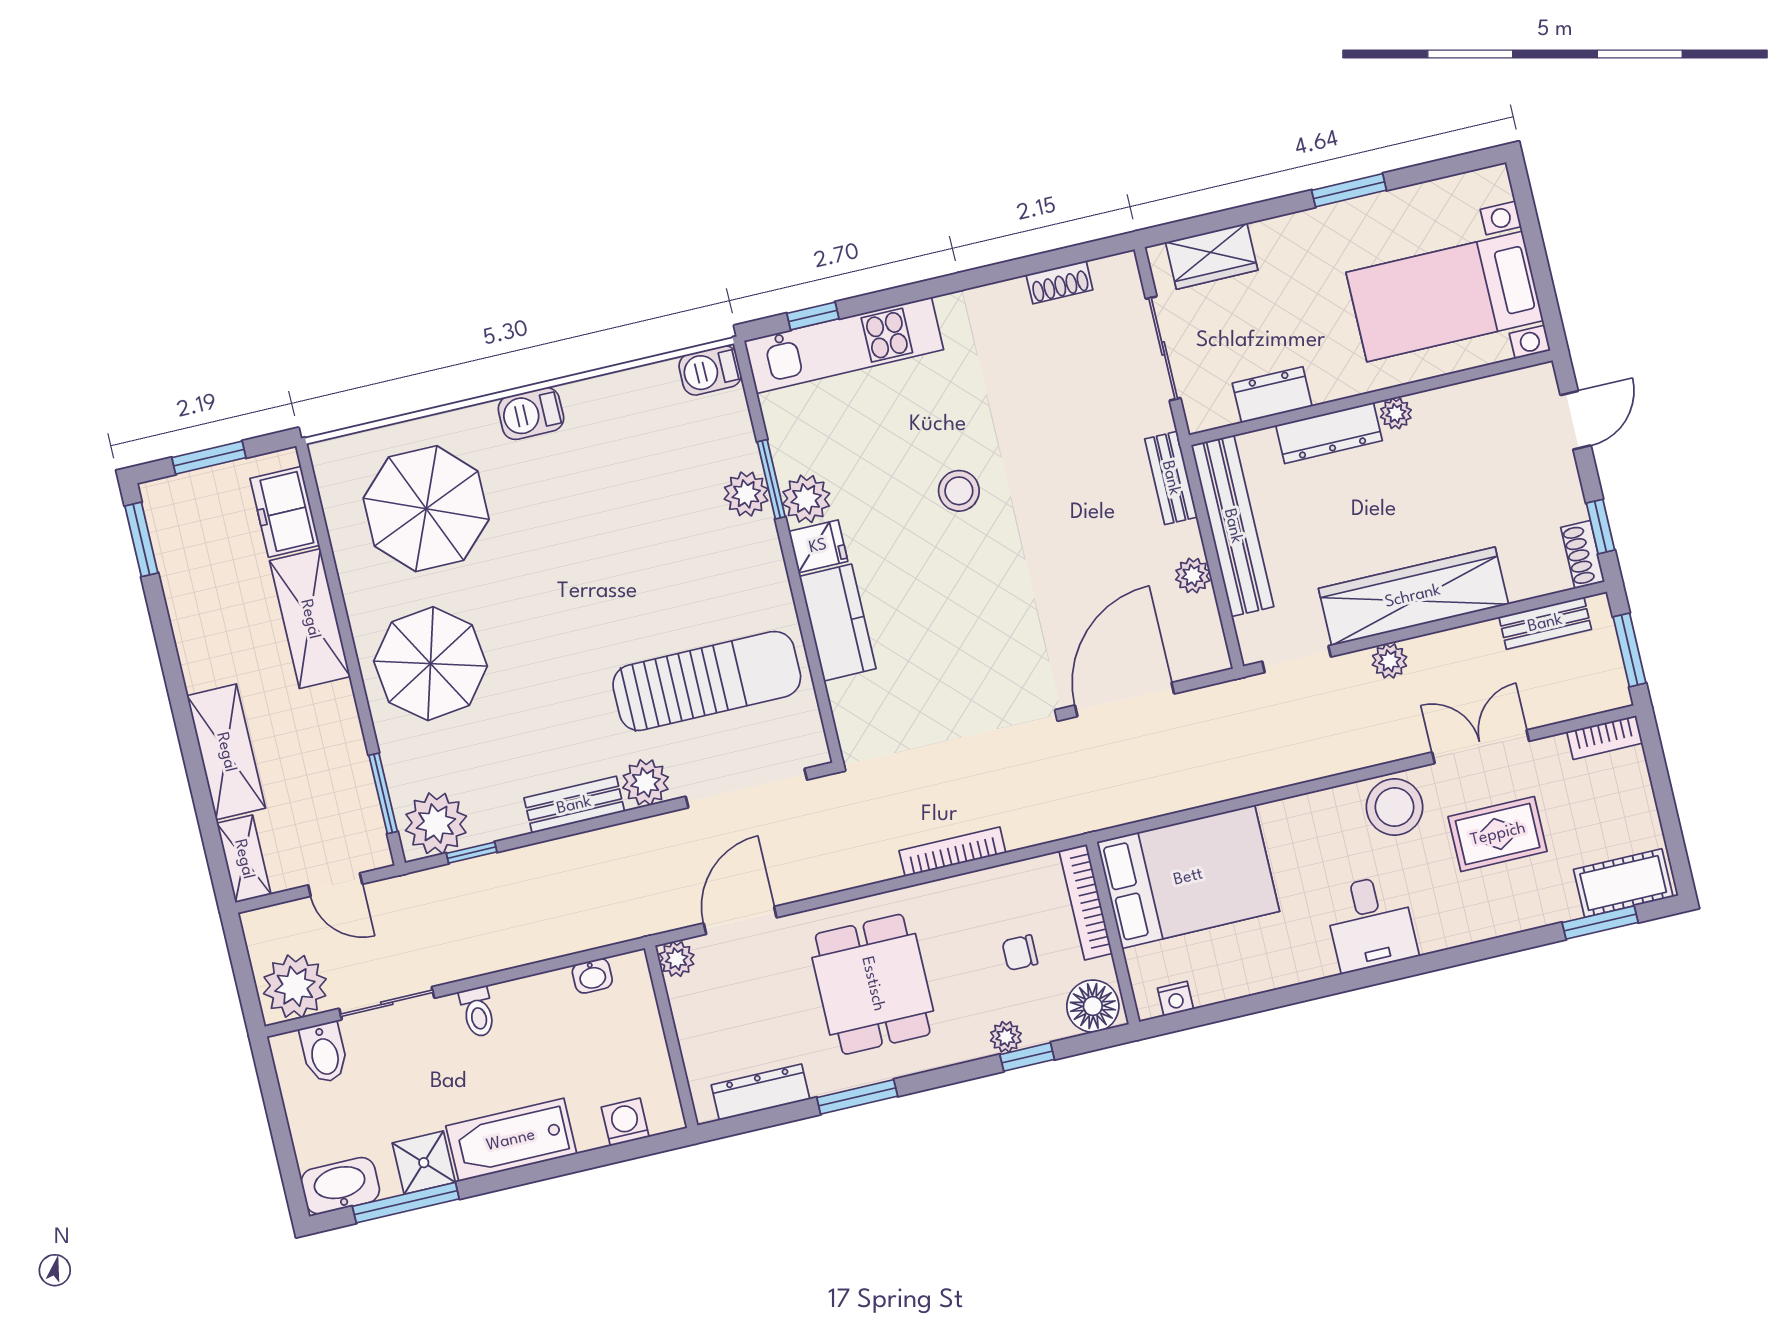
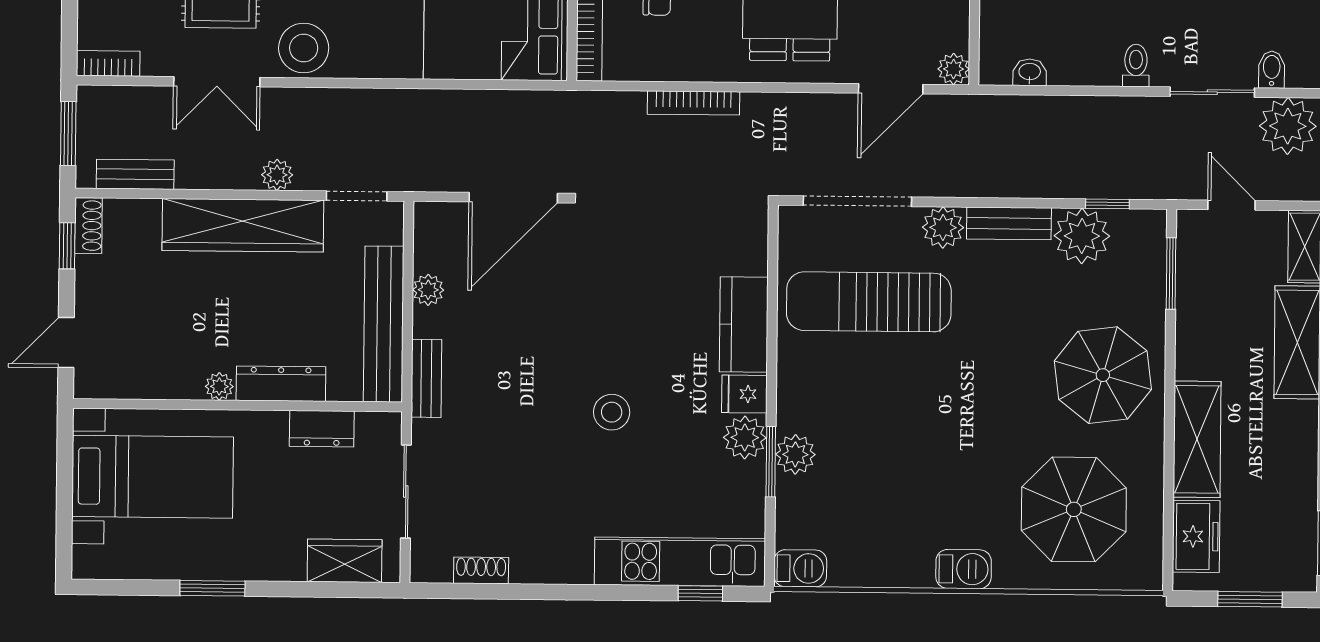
plant: (436, 823) -> (1082, 236), moved
bidet: (324, 1053) -> (1272, 70), width x0.72, depth x0.74

